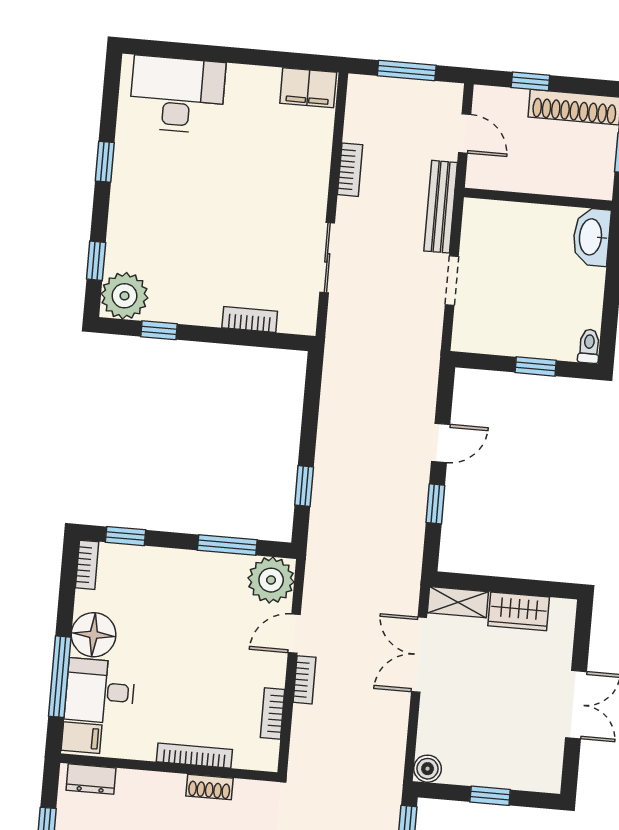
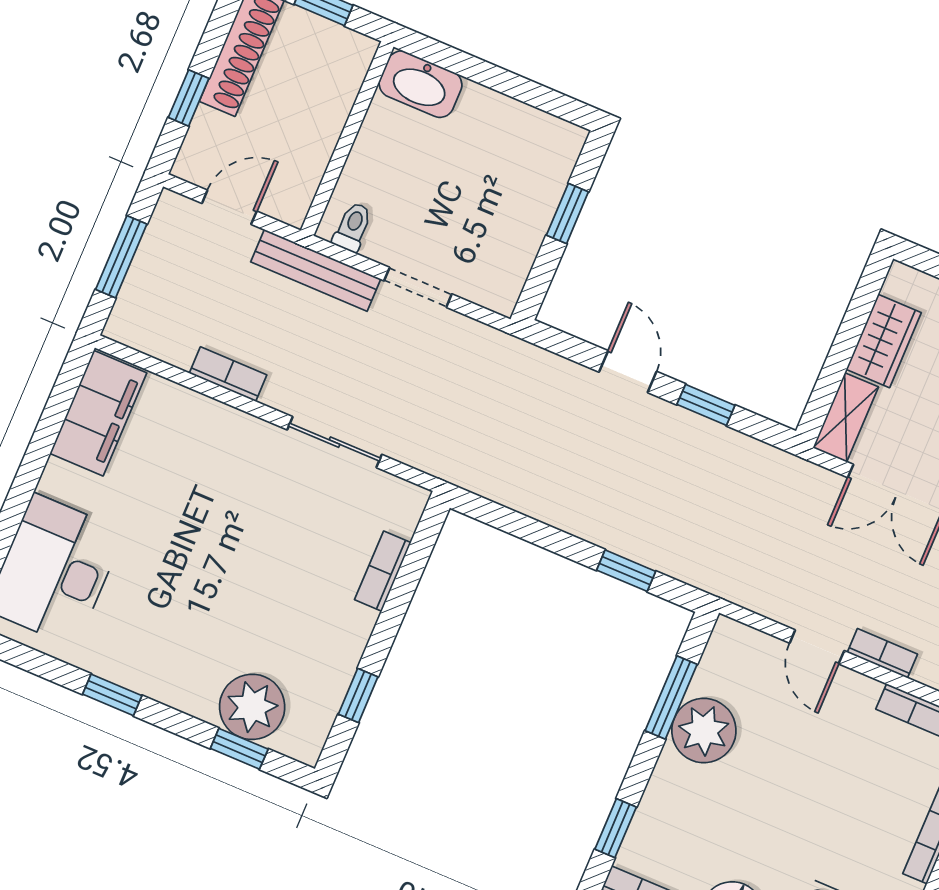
filing cabinet: (308, 88) -> (98, 413), width x1.50, depth x1.17
plant: (125, 296) -> (252, 707), moved
toilet: (589, 346) -> (353, 227), moved, turned 90
plant: (271, 580) -> (704, 731), moved

